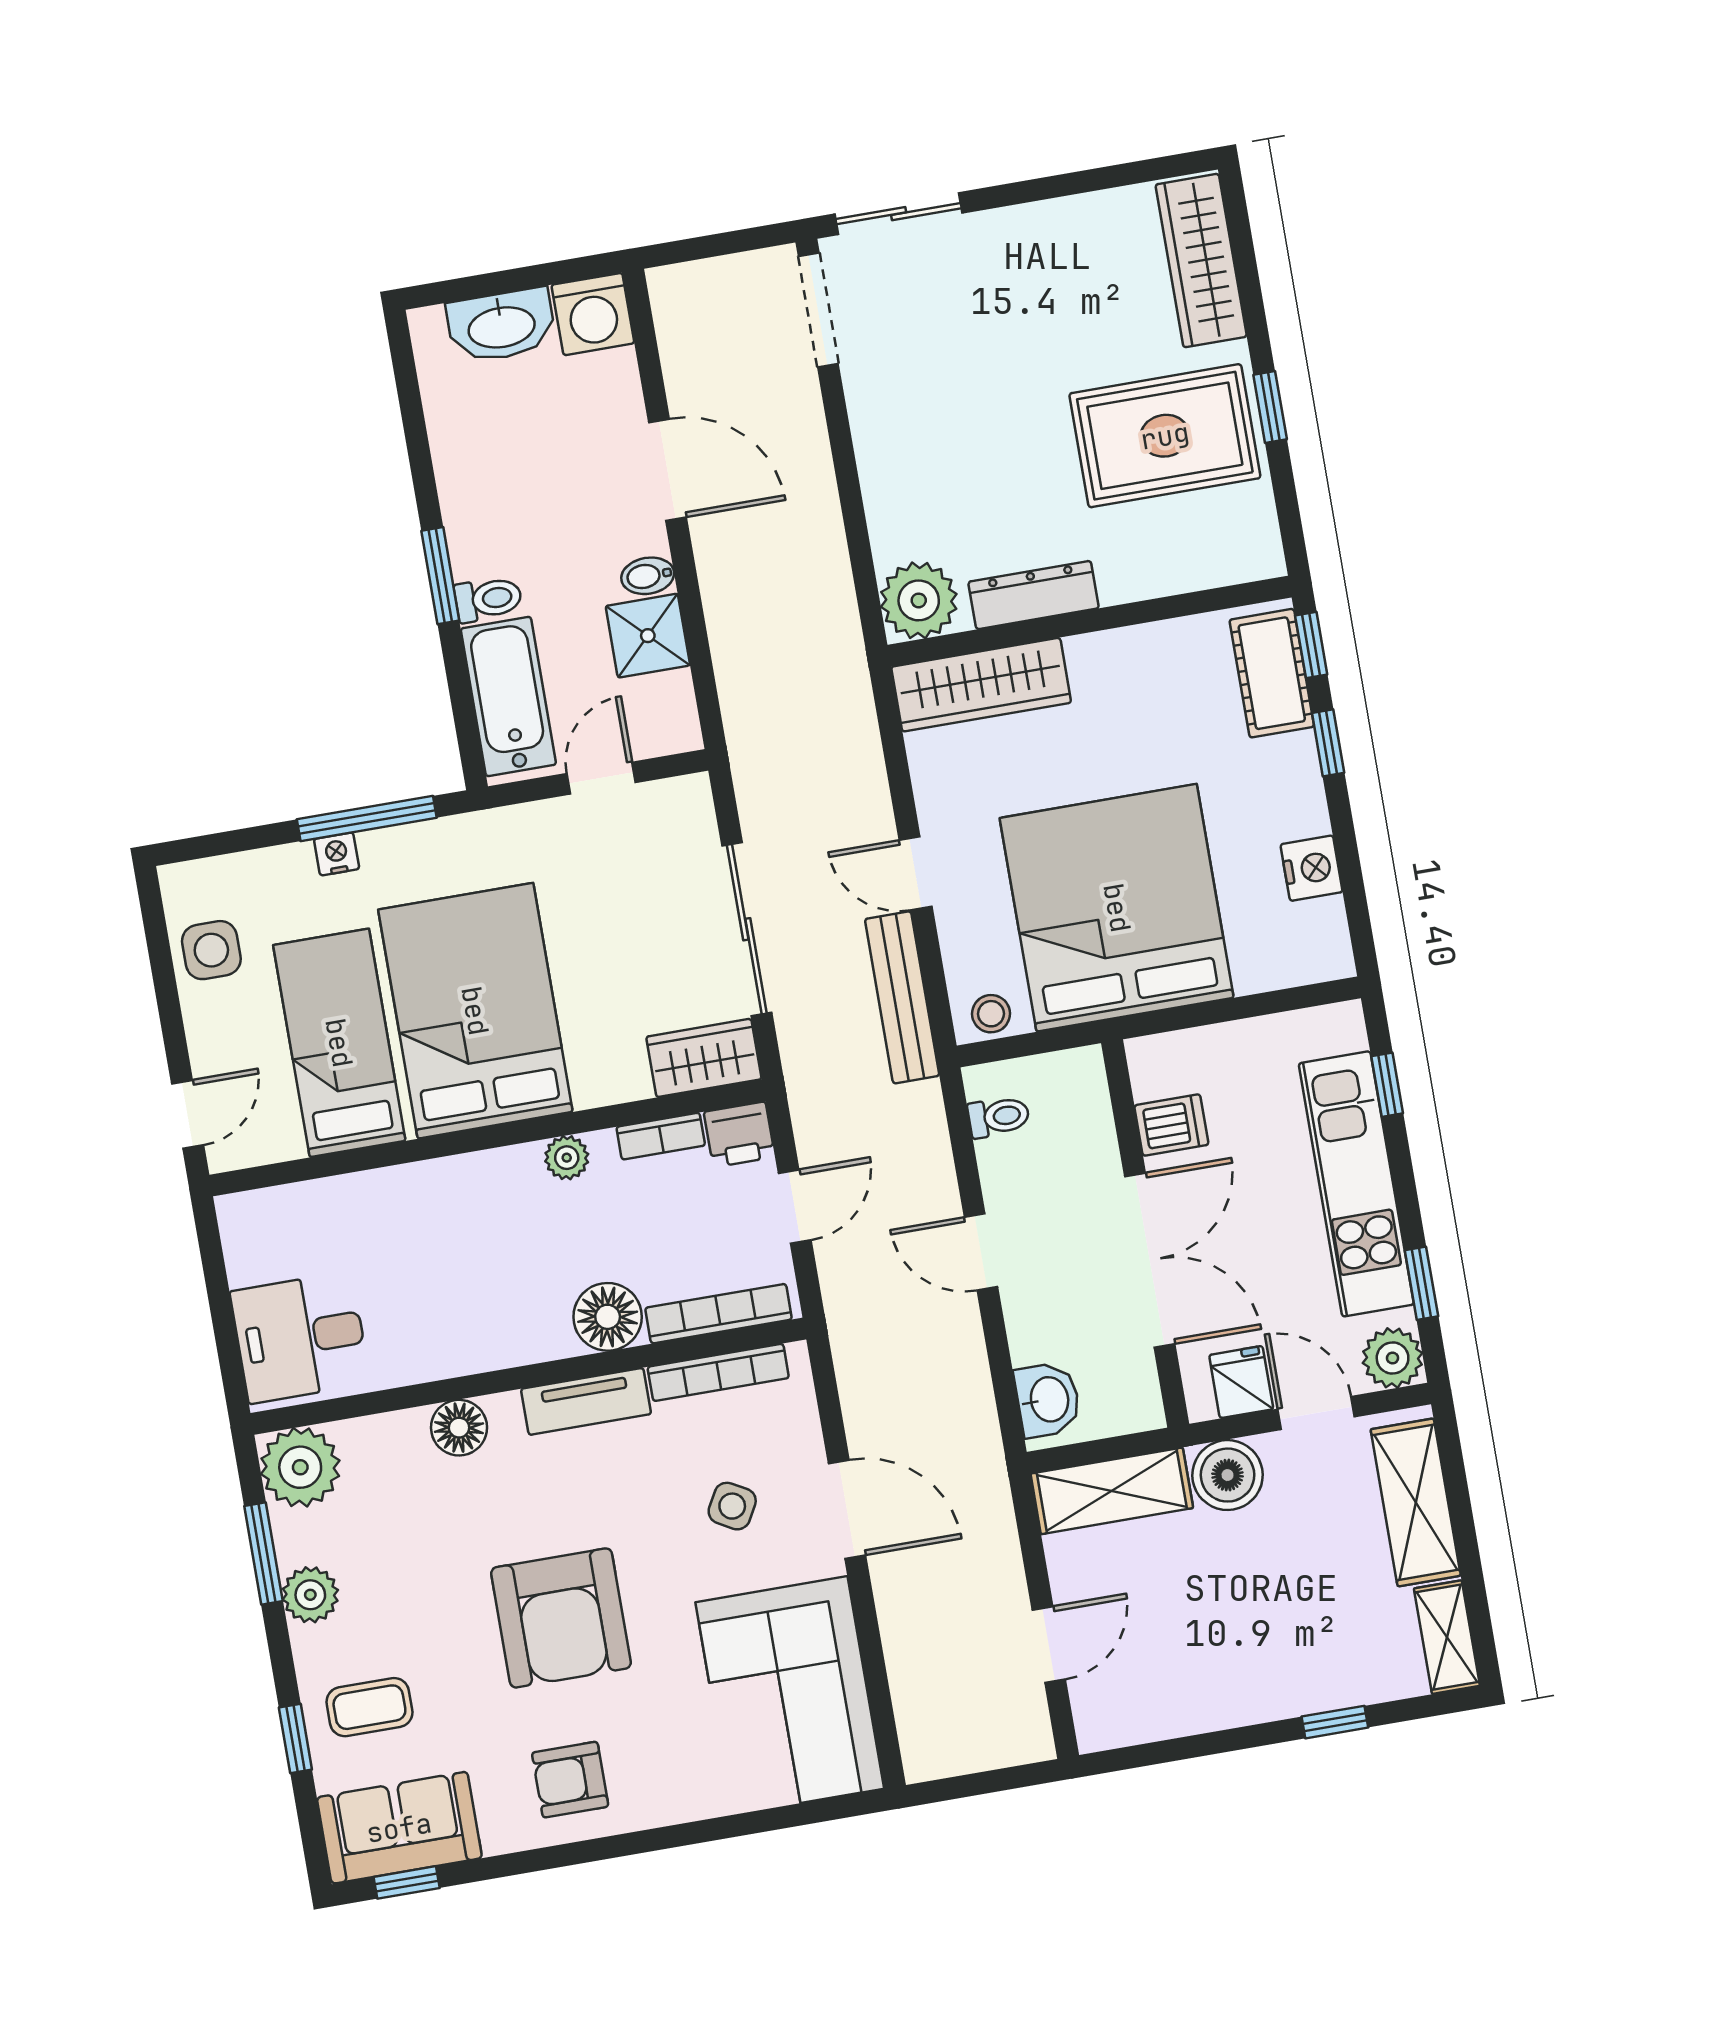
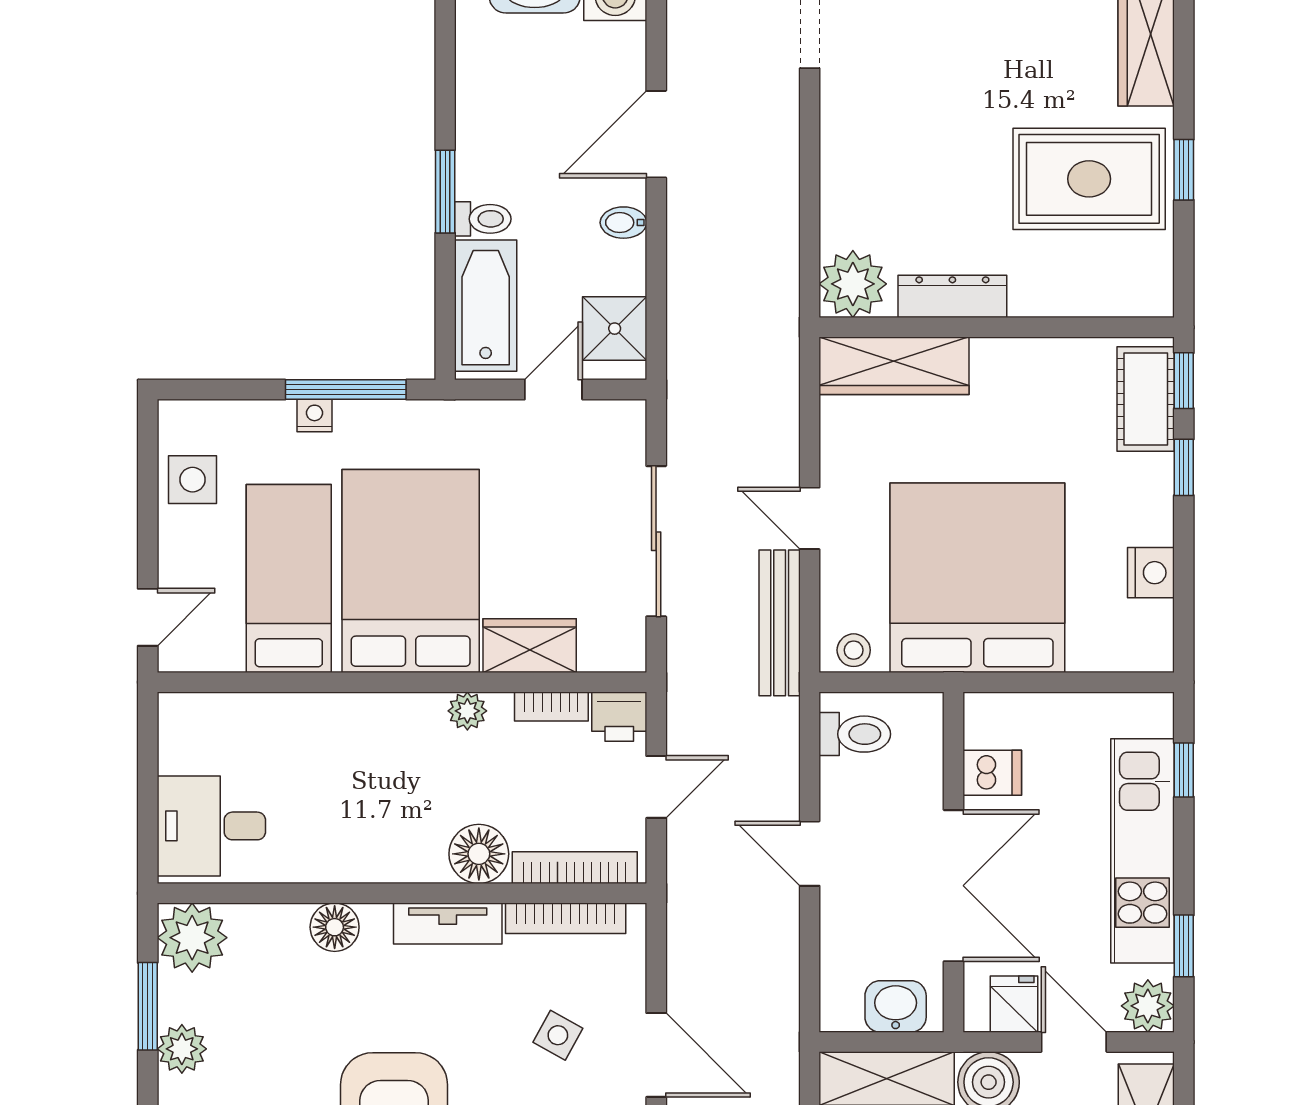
door: (667, 470) -> (656, 134), swing flipped
shower: (648, 636) -> (615, 329), moved
wardrobe: (704, 1058) -> (530, 646), moved
toilet: (999, 1117) -> (855, 734), width x1.37, depth x1.39
washbasin: (1048, 1400) -> (896, 1006), moved, turned -90

